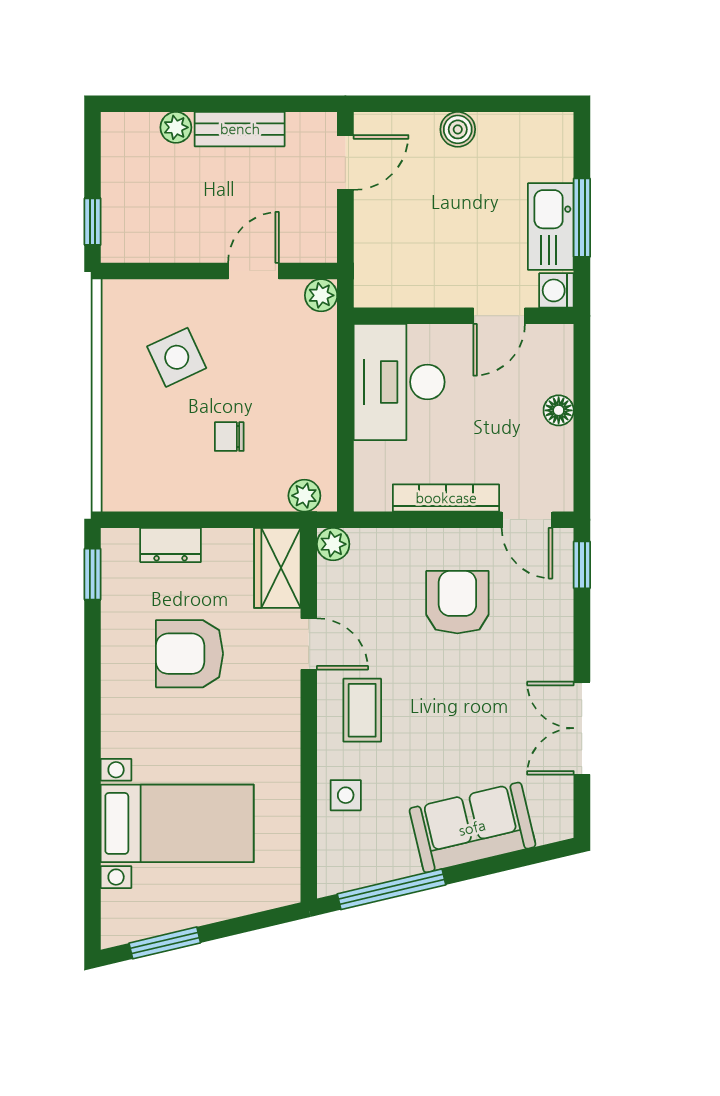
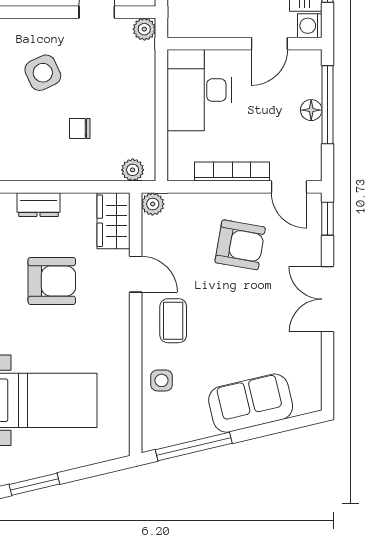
window: (582, 403) -> (328, 105), added
armchair: (457, 602) -> (240, 245), turned 100
armchair: (190, 654) -> (52, 281), turned 180
double door: (582, 728) -> (328, 299), moved

